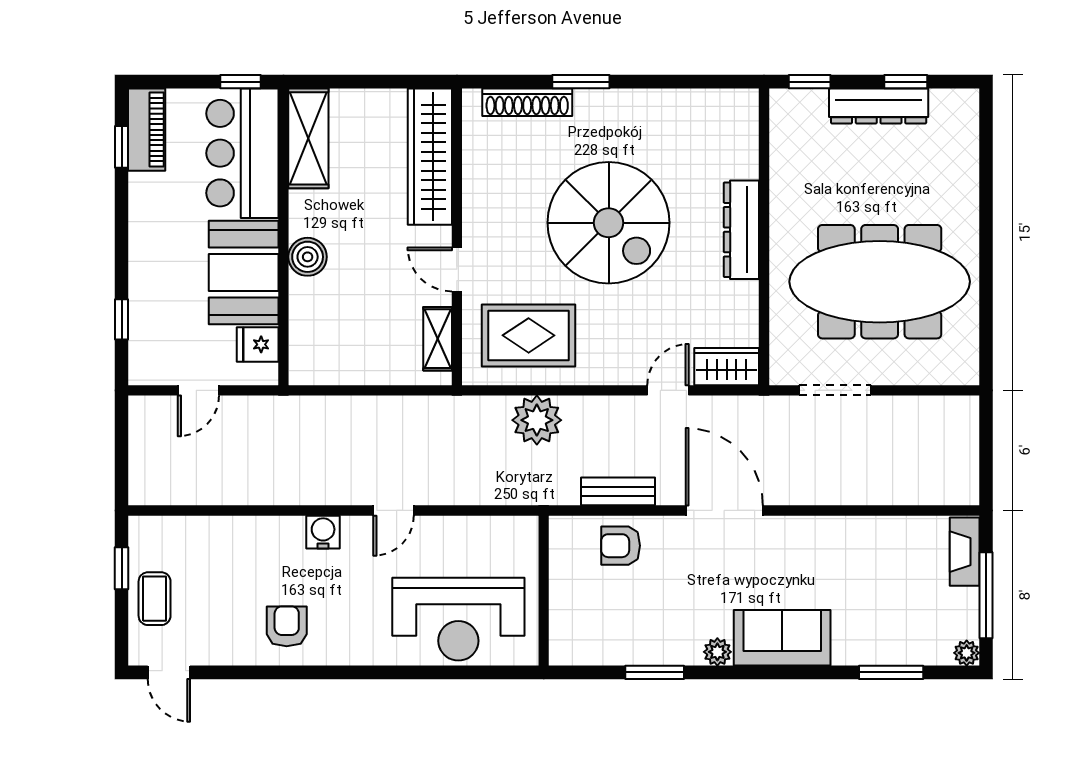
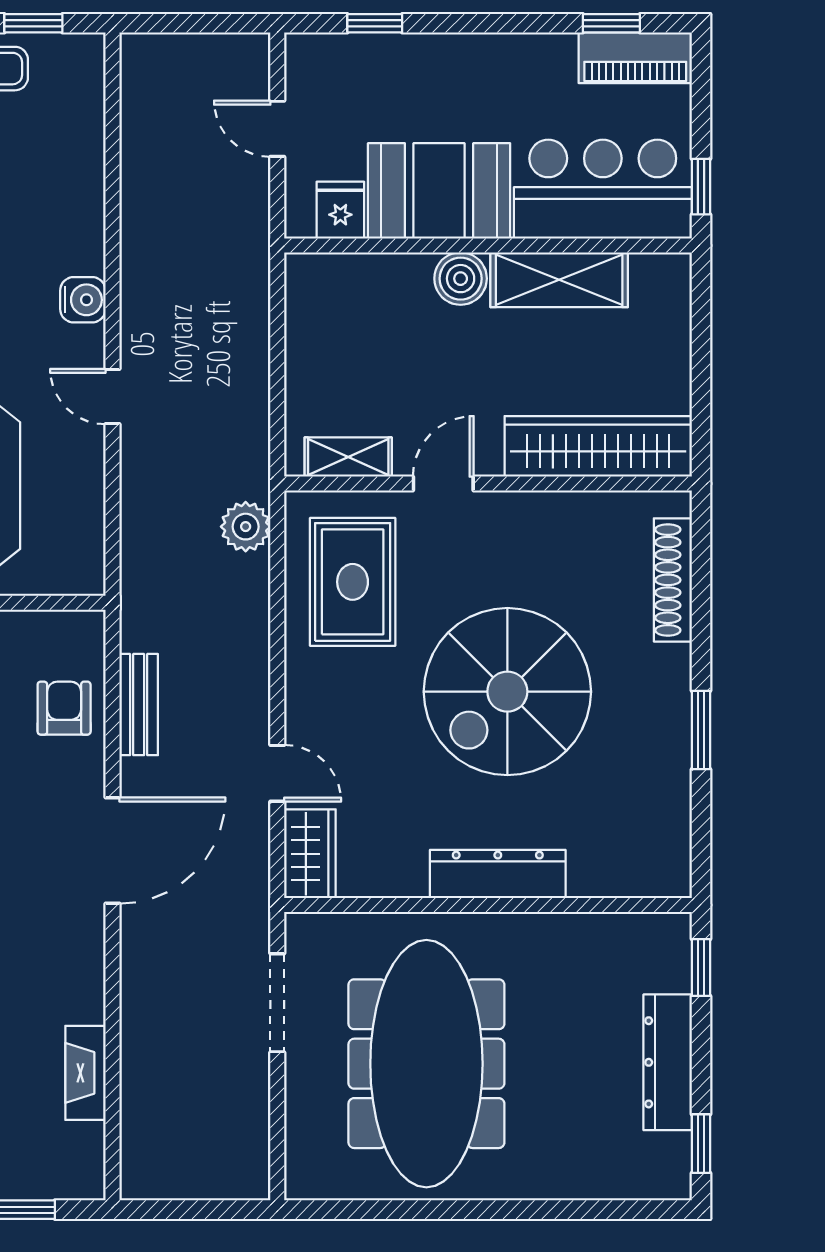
window: (581, 82) -> (701, 730), moved
window: (906, 82) -> (701, 1144), moved
shelving: (308, 138) -> (559, 280), moved
plant: (537, 420) -> (246, 527), moved, width x0.73, depth x0.73
fireplace: (965, 552) -> (85, 1073), moved, turned -90

